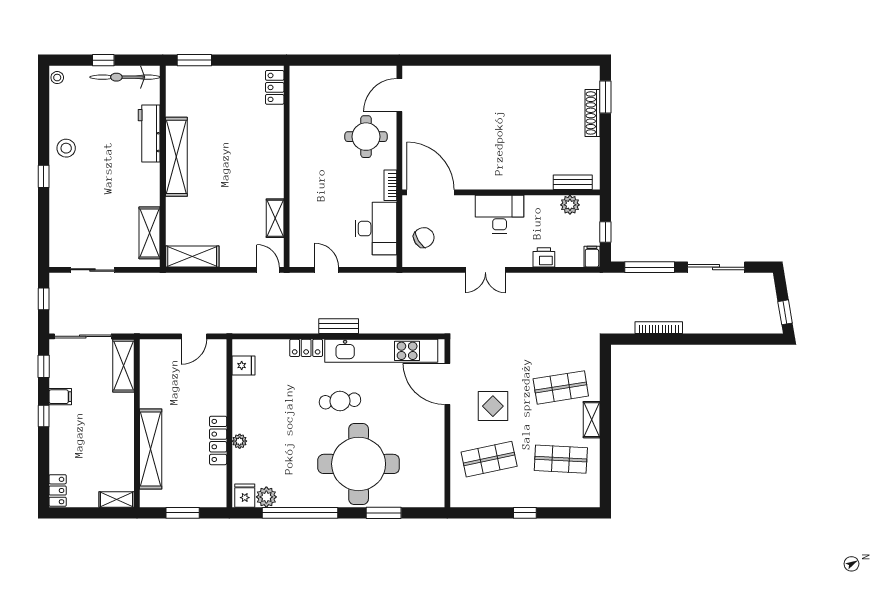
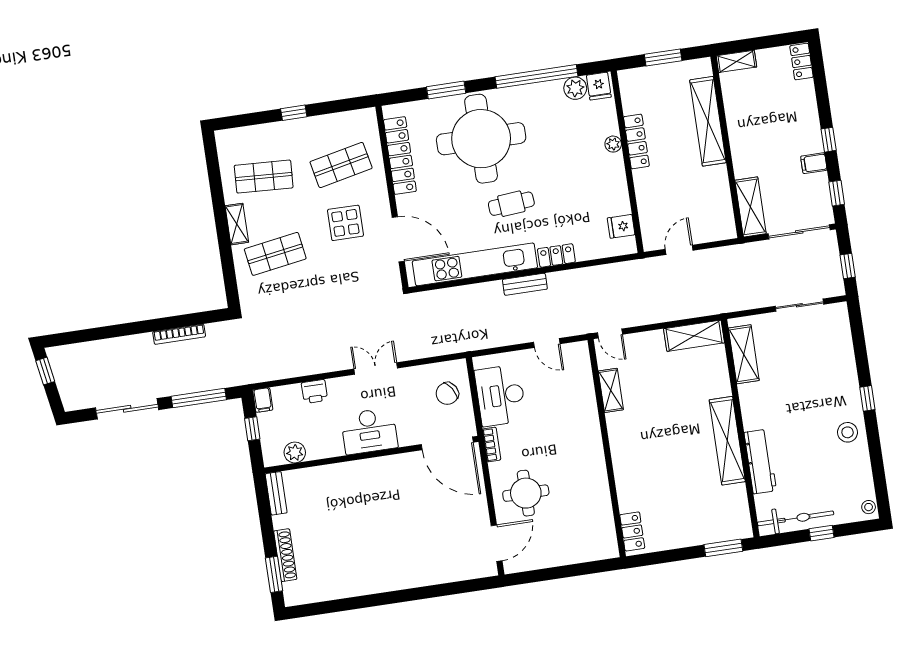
bench: (573, 182) -> (276, 493), moved, turned 90
locker: (434, 460) -> (400, 156), added

